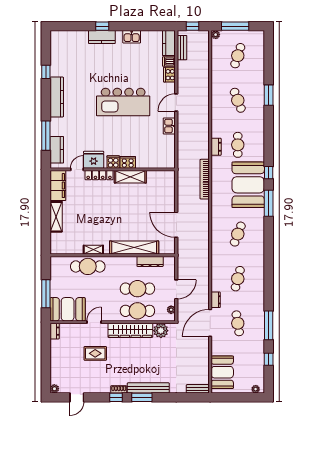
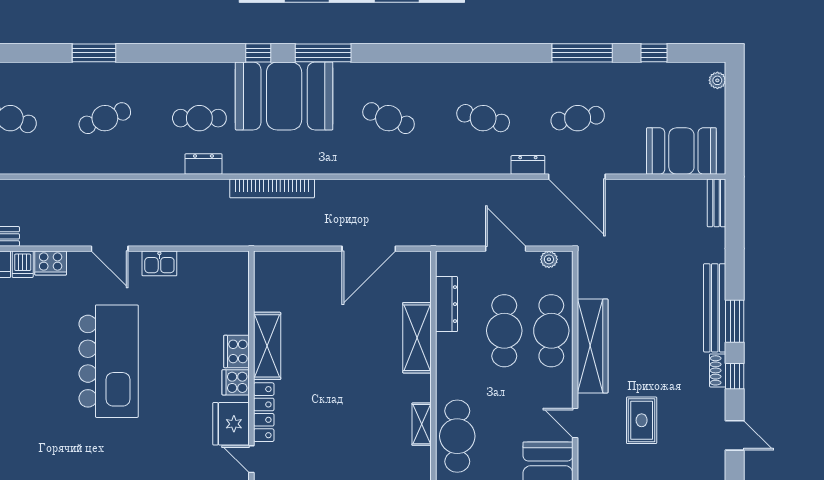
shelving: (134, 248) -> (417, 338), width x0.68
plant: (161, 331) -> (593, 281), removed
door: (77, 397) -> (735, 435), moved

